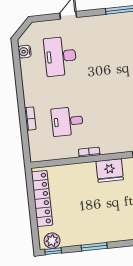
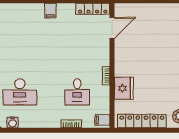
filing cabinet: (38, 153) -> (102, 120), added
fridge: (110, 170) -> (124, 88), moved

